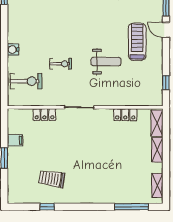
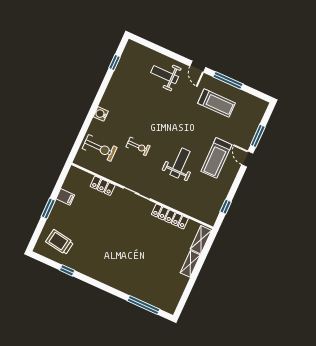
treadmill: (137, 42) -> (216, 158), turned 180
weight bench: (106, 62) -> (180, 163), turned -90
locker: (125, 115) -> (170, 216), width x1.53
trolley: (52, 179) -> (60, 242), moved
shelving: (157, 185) -> (176, 296), removed

